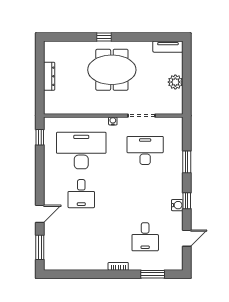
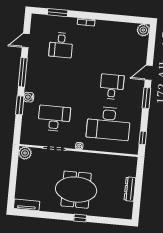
plant: (175, 82) -> (25, 153), moved
desk: (145, 151) -> (54, 118), turned 180
window: (187, 201) -> (23, 72), width x2.17
water cooler: (177, 205) -> (29, 97), moved
desk: (145, 237) -> (61, 45), turned 180
window: (40, 247) -> (146, 98), moved
plant: (51, 263) -> (143, 30), added

